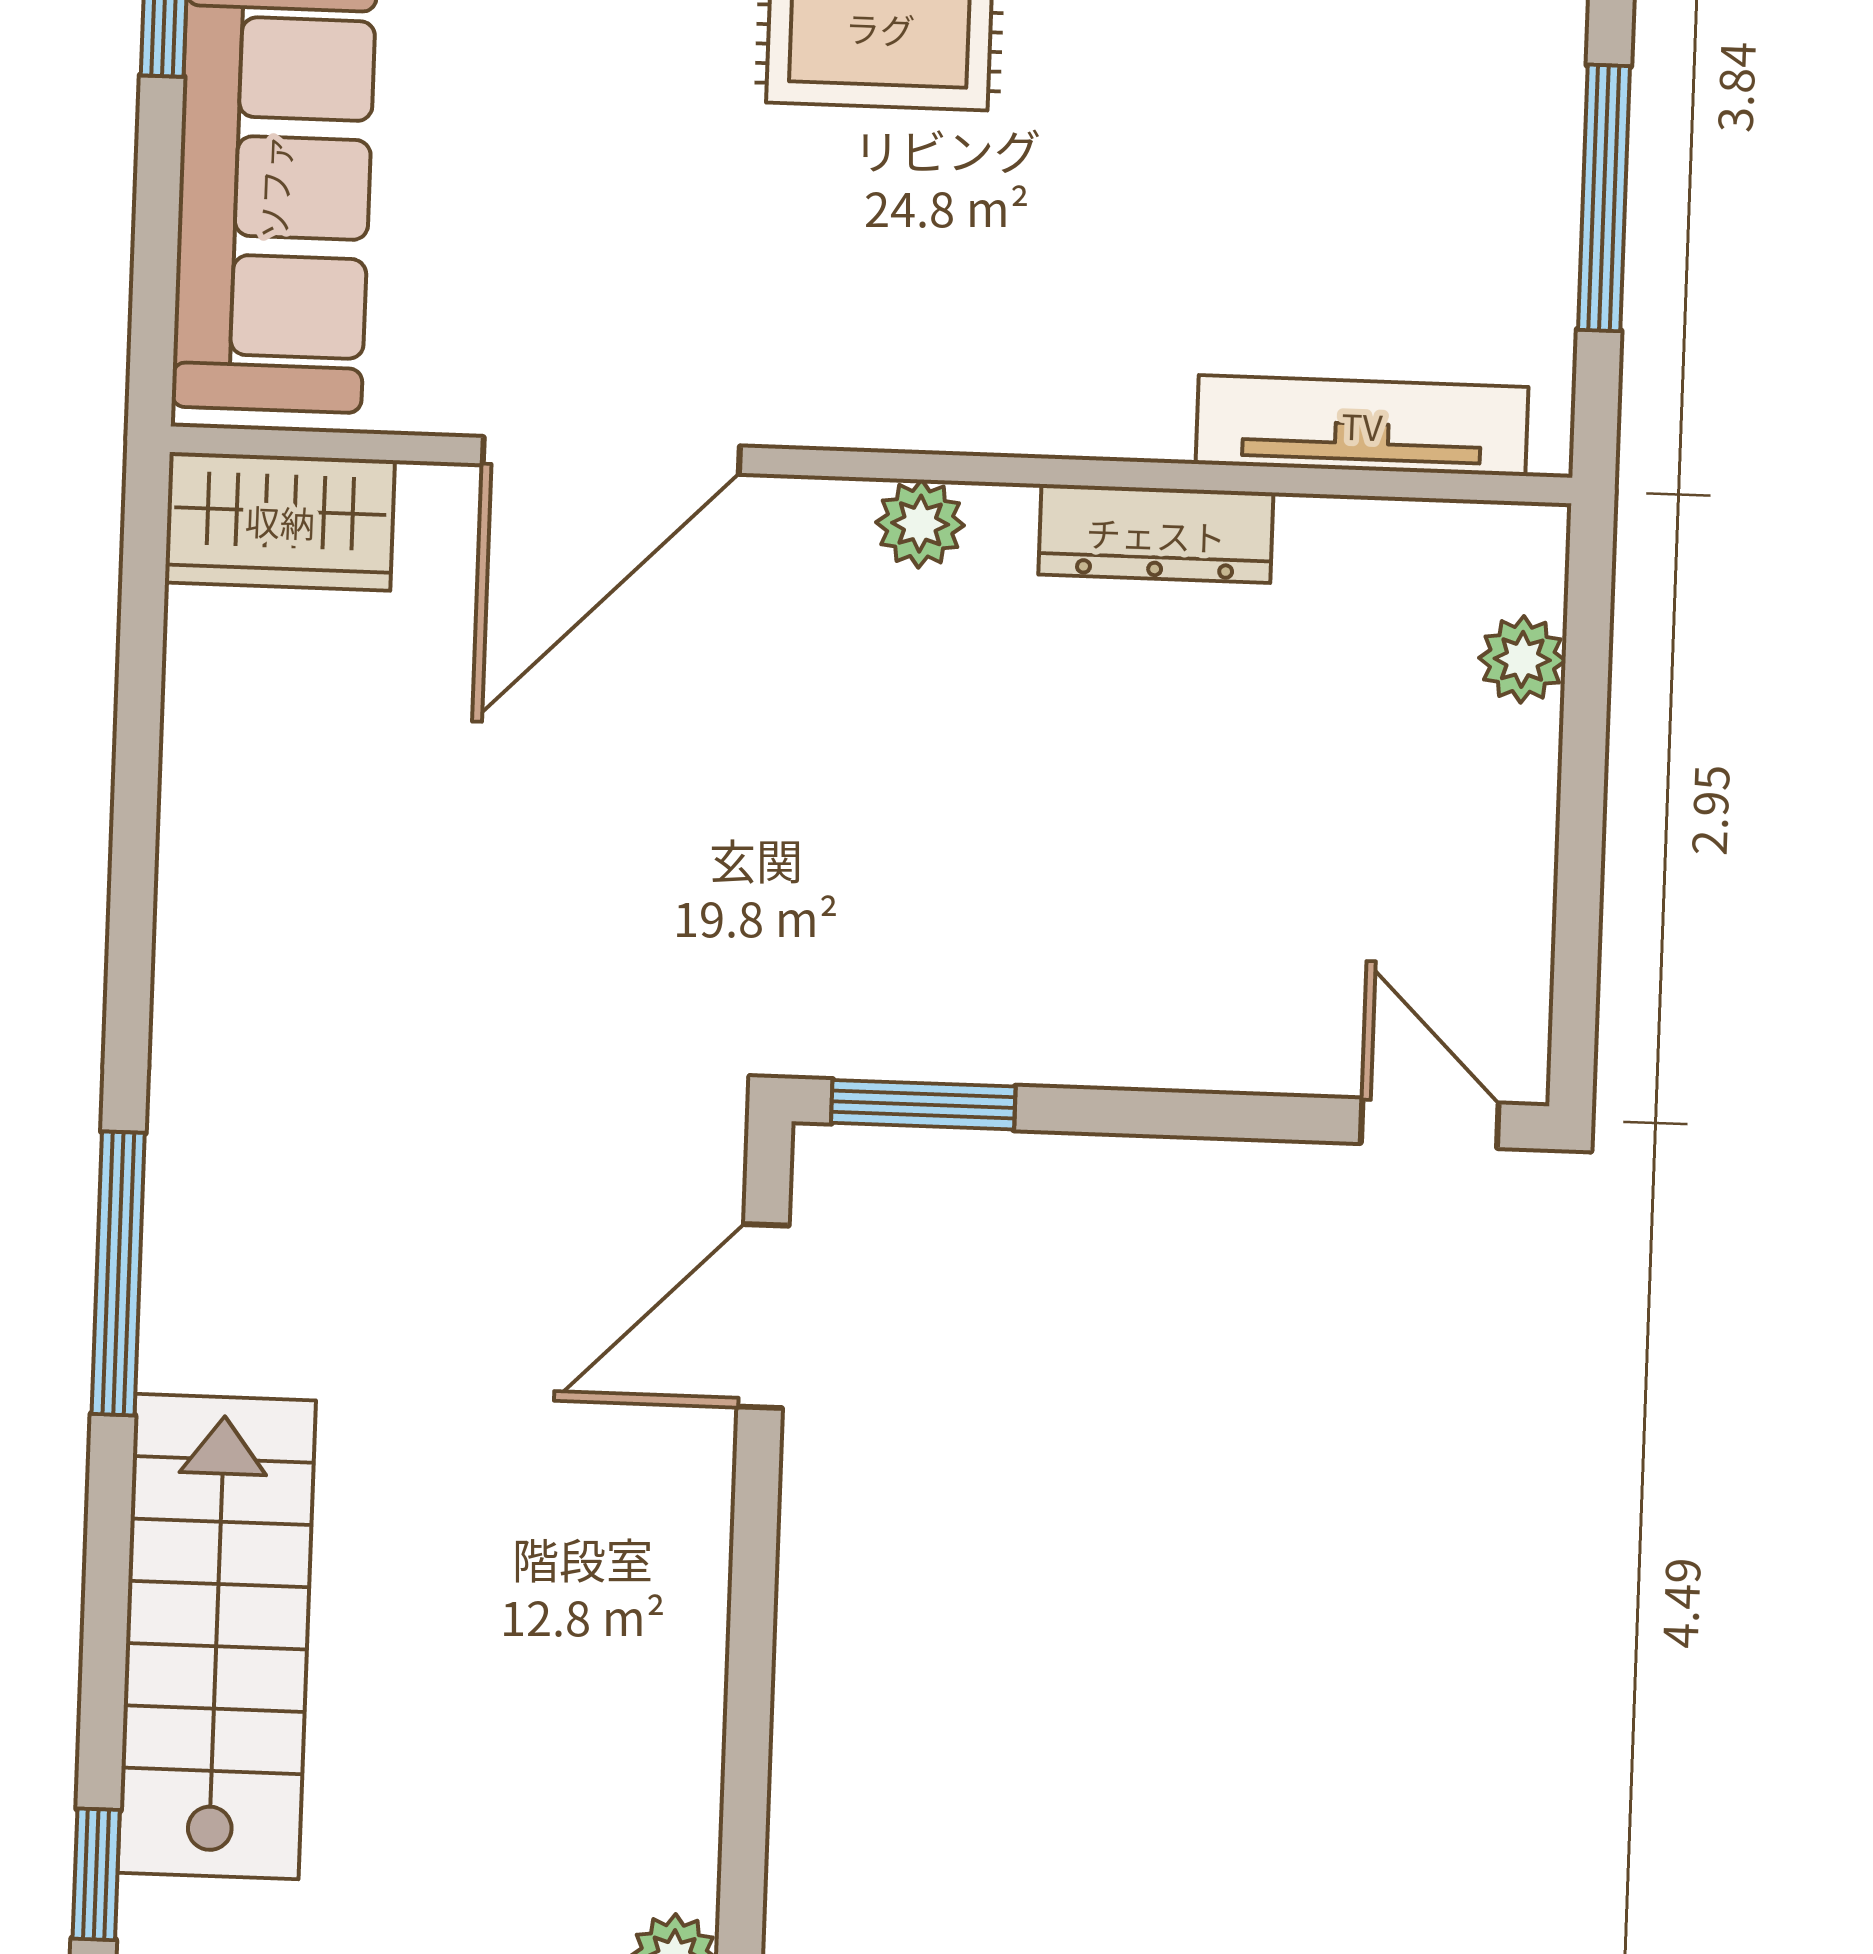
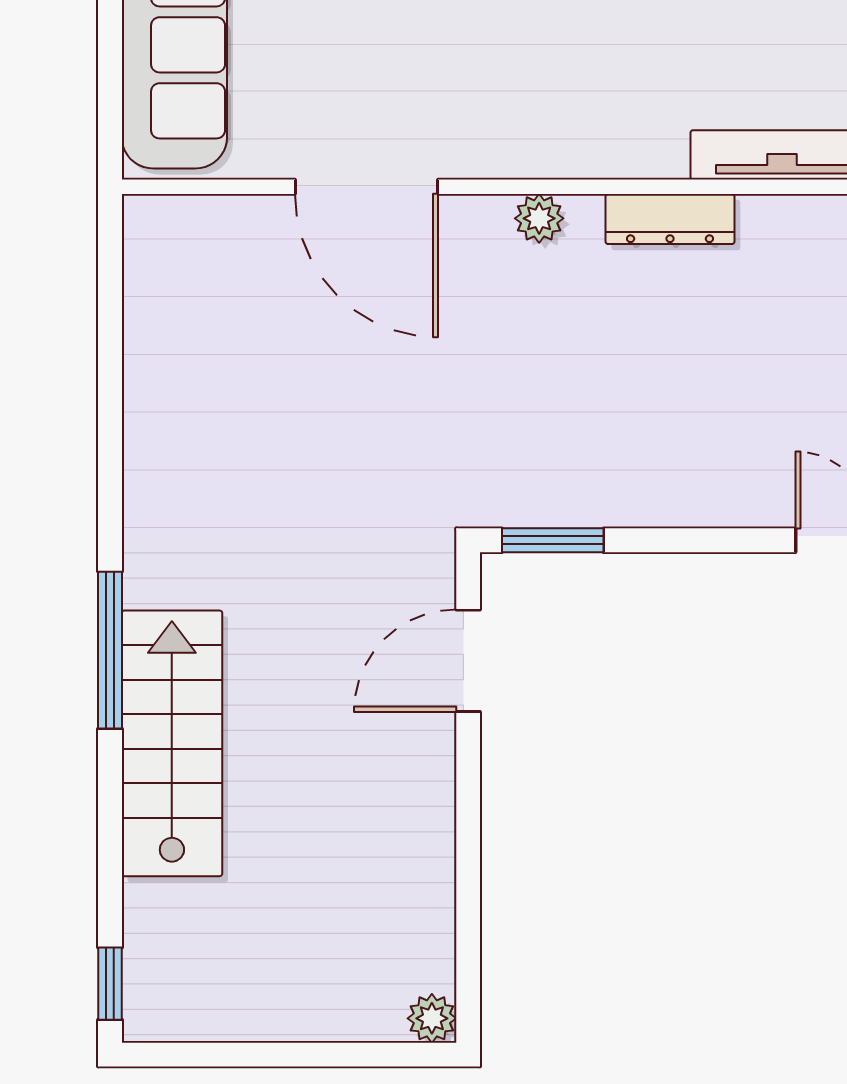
door: (611, 455) -> (367, 187), hinge flipped
wardrobe: (280, 521) -> (184, 230), removed
stairs: (217, 1637) -> (172, 743), moved

